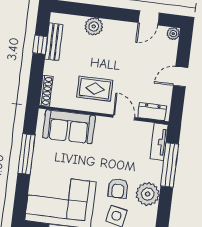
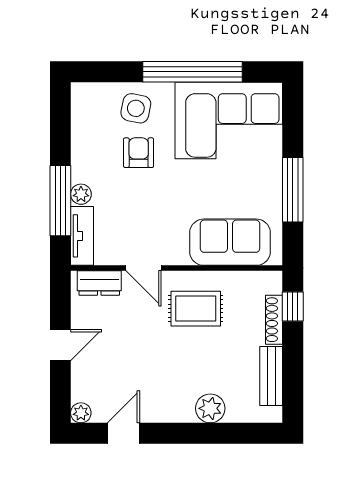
window: (40, 45) -> (293, 307), moved
shoe rack: (46, 91) -> (274, 320), moved
plant: (148, 194) -> (81, 194), moved, width x0.53, depth x0.53

